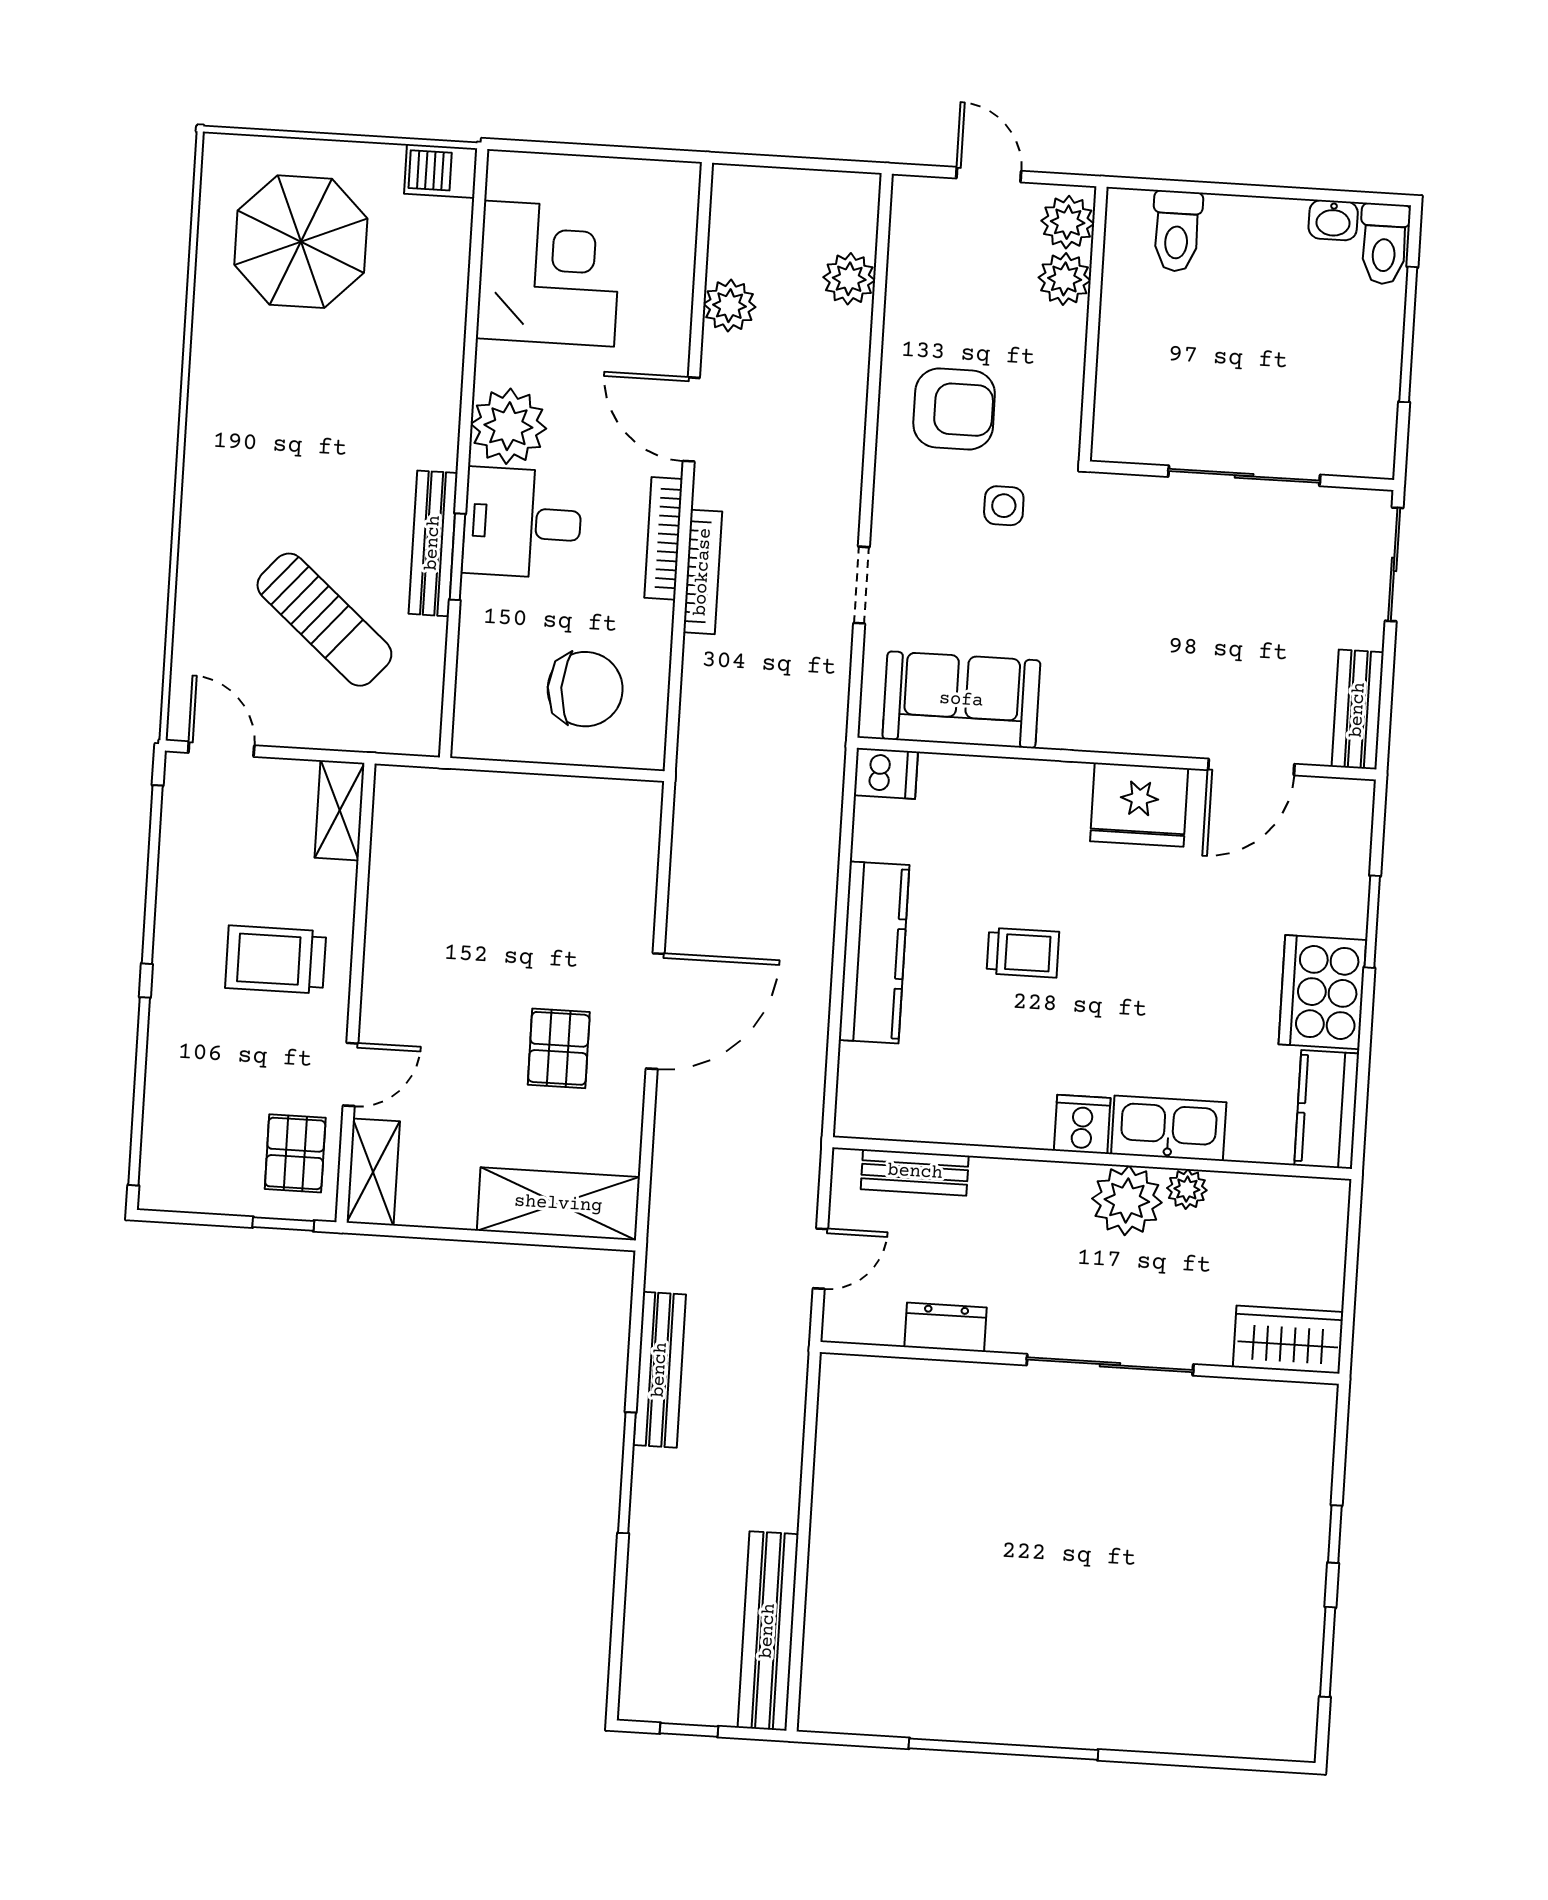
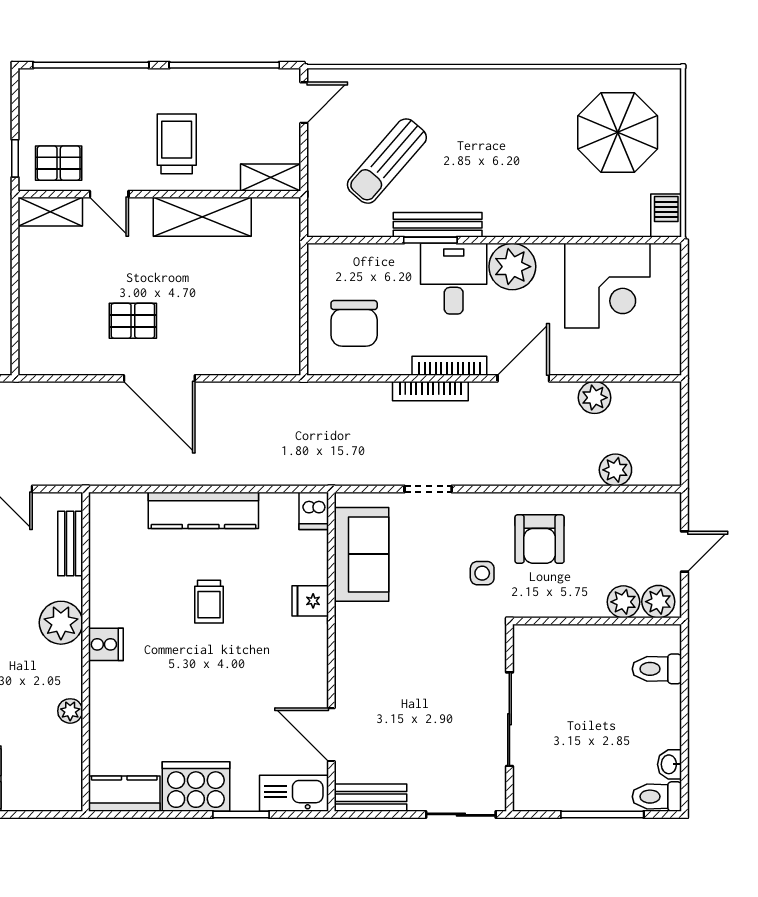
fridge: (1139, 805) -> (310, 601), moved, width x0.53, depth x0.75
kitchen sink: (1169, 1128) -> (294, 793), moved, turned -90
plant: (1127, 1200) -> (61, 623), moved
shelving: (558, 1204) -> (202, 217), moved, turned 90

